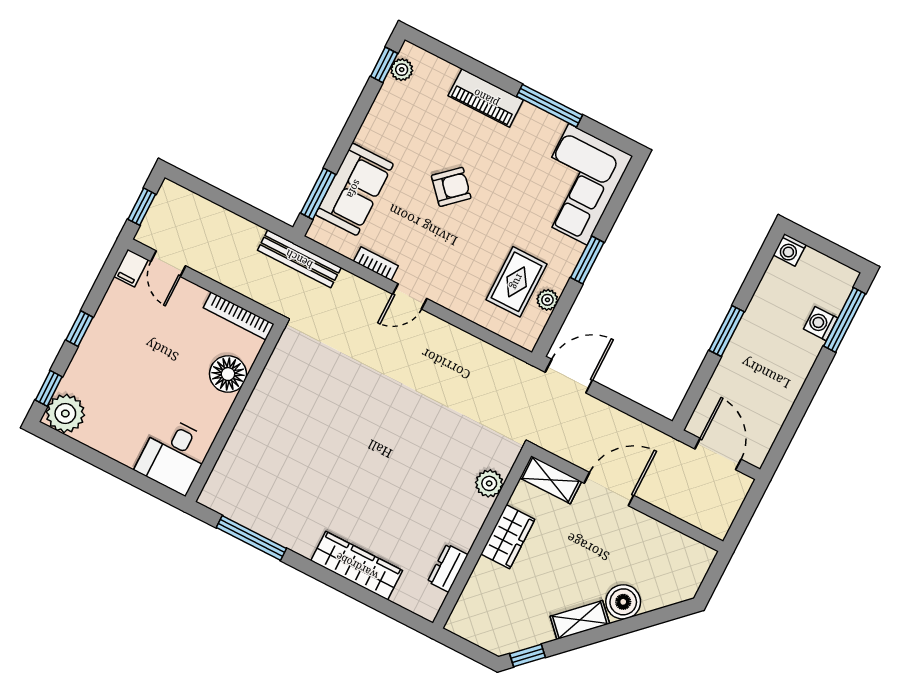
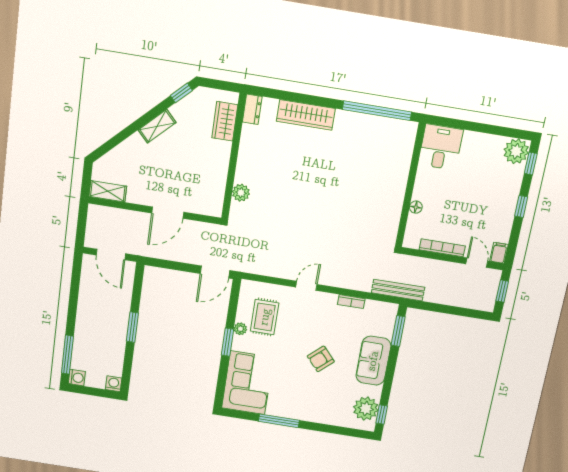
plant: (402, 70) -> (366, 409), width x1.88, depth x1.88
piano: (486, 98) -> (317, 414), removed
sofa: (354, 189) -> (373, 361), moved
door: (410, 296) -> (306, 286), moved
plant: (547, 300) -> (240, 329), moved
bookcase: (239, 316) -> (442, 248), moved
washing machine: (821, 324) -> (77, 378), moved
floor lamp: (228, 374) -> (416, 207), width x0.53, depth x0.53
shelving: (551, 480) -> (108, 191), moved
wardrobe: (508, 537) -> (225, 121), moved
window: (251, 538) -> (377, 111), width x1.46
dresser: (448, 568) -> (252, 109), moved
boiler: (623, 602) -> (135, 146), removed

